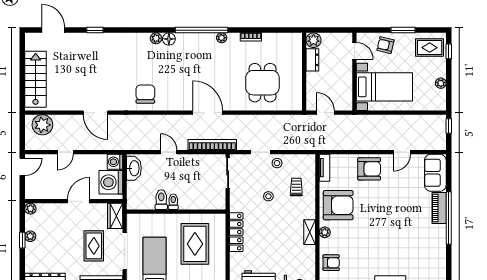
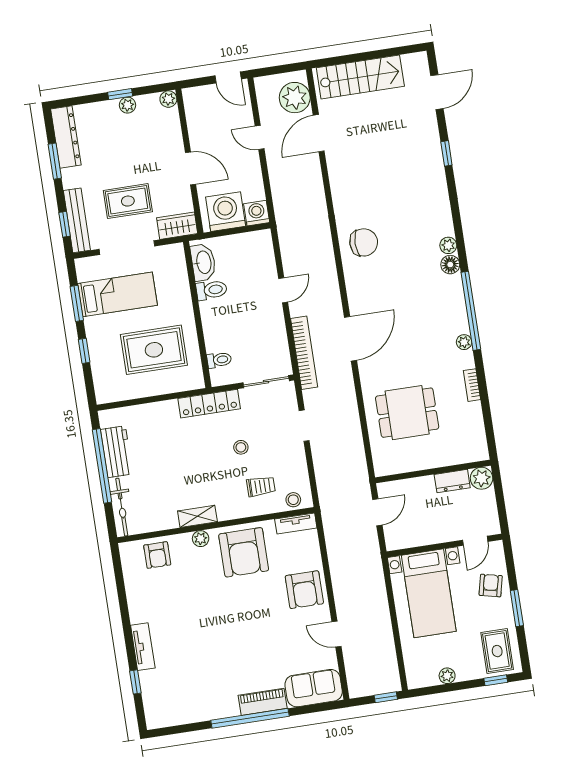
door: (95, 113) -> (319, 133), moved
stool: (277, 163) -> (293, 500), moved
washbasin: (134, 168) -> (203, 262), moved, turned -90
toilet: (173, 202) -> (219, 360), moved
locker: (236, 232) -> (209, 404), moved

